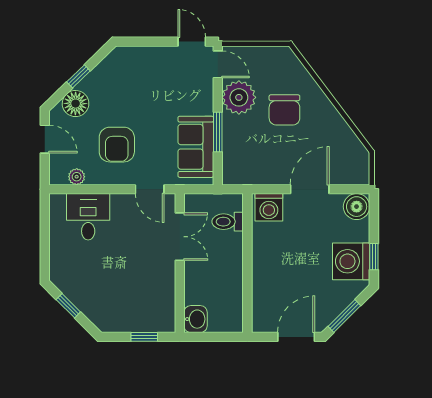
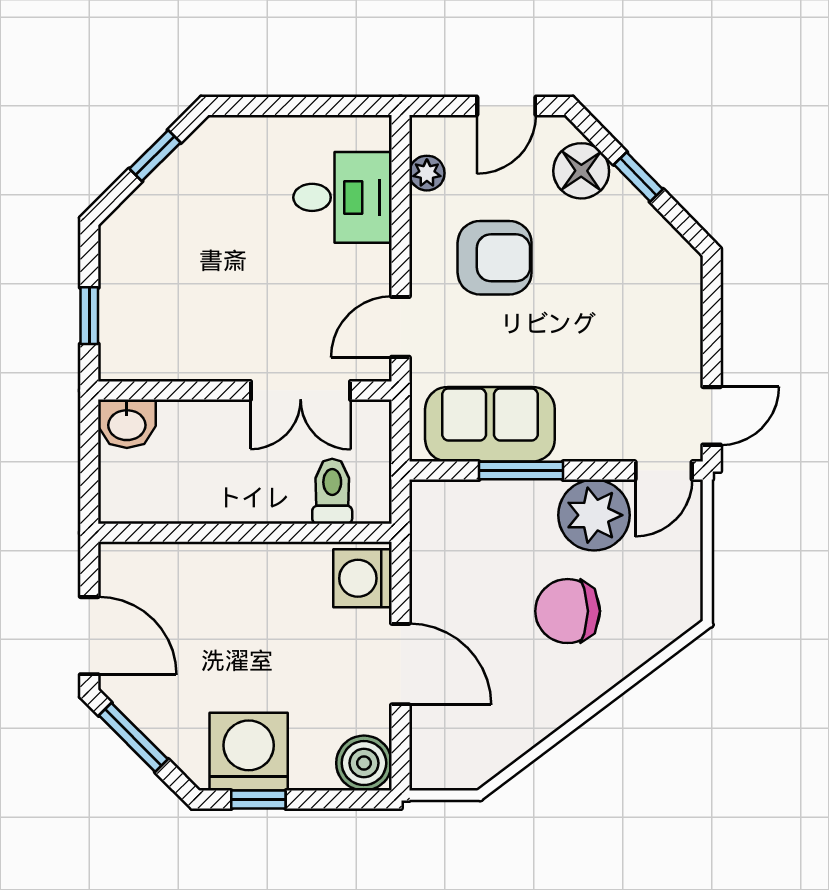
armchair: (117, 145) -> (495, 258), turned 180

